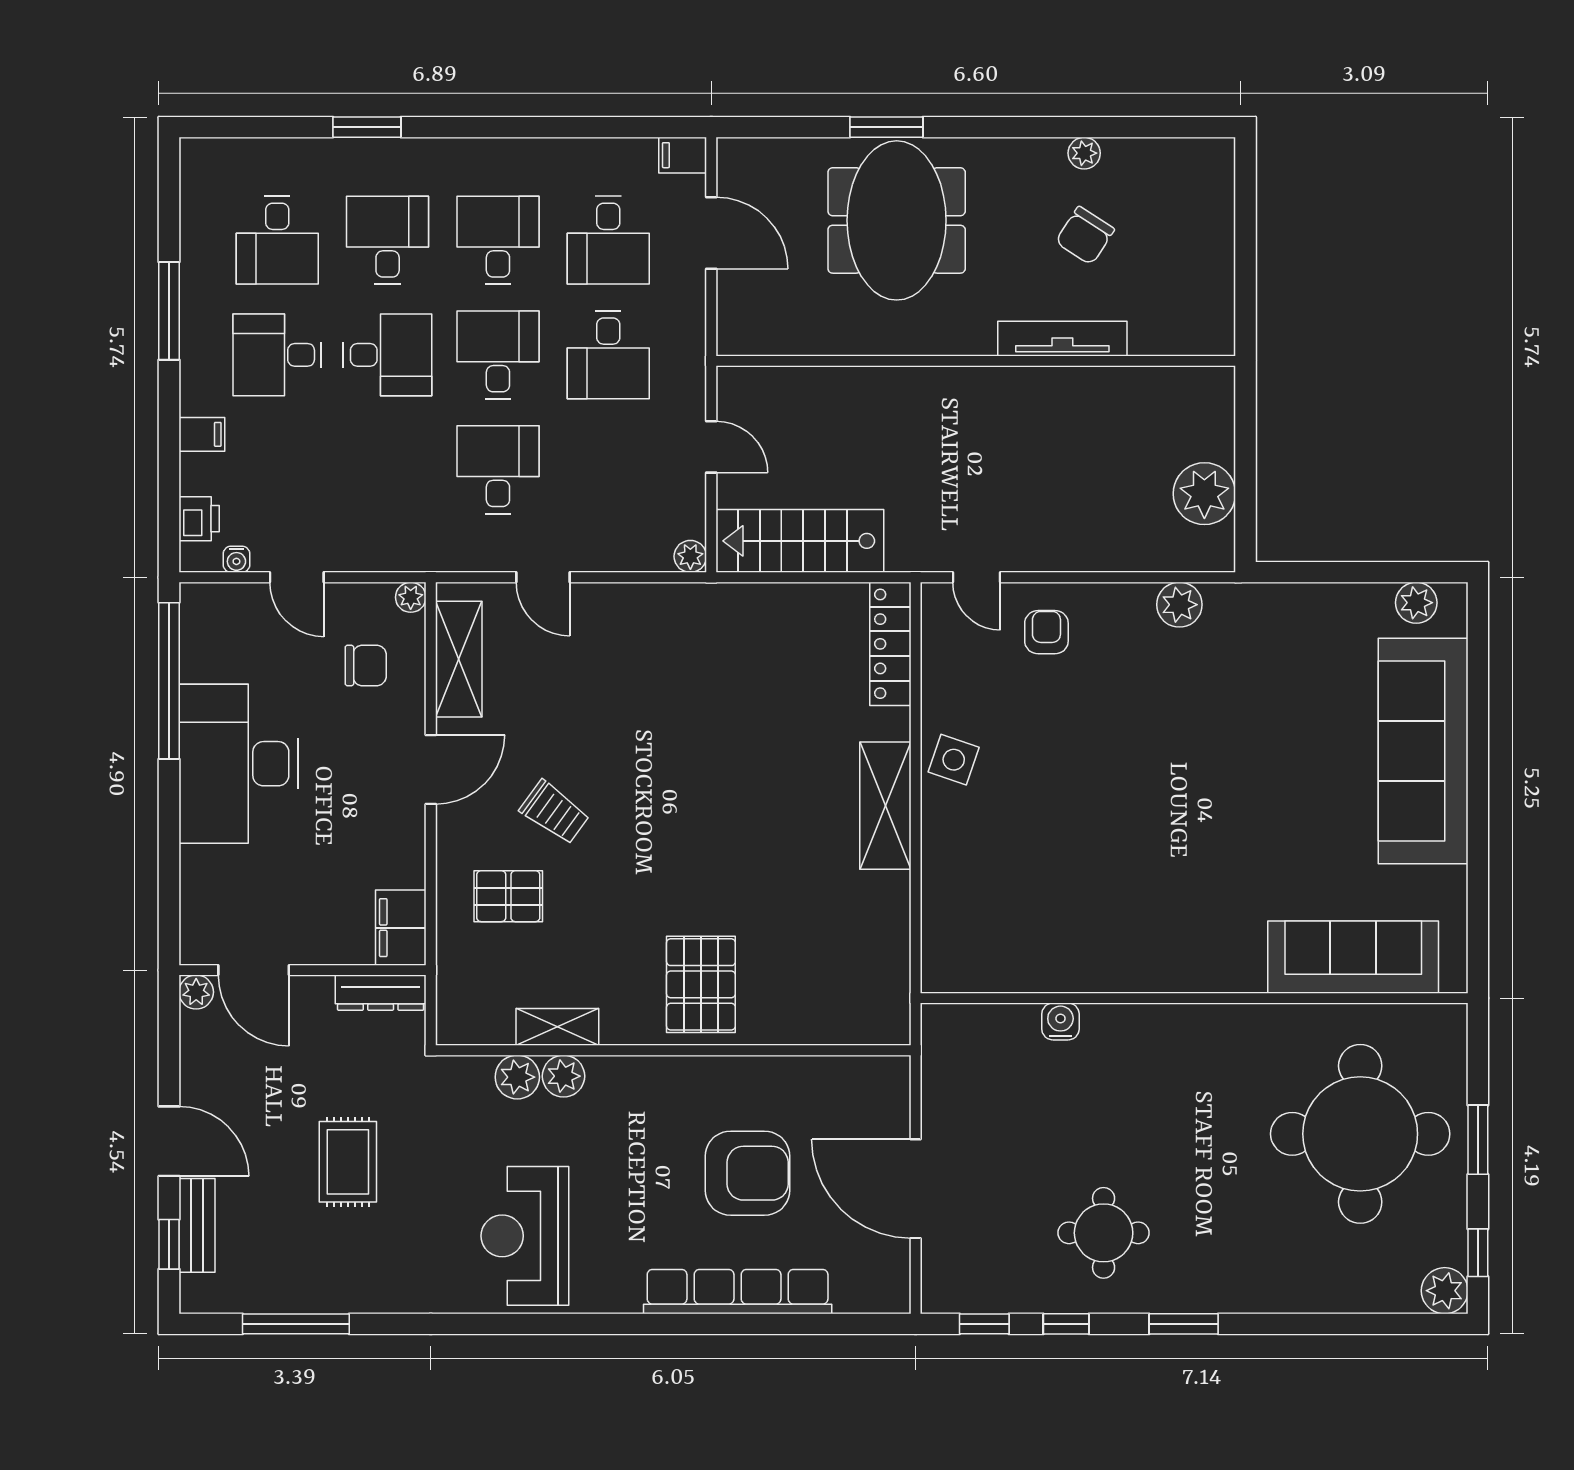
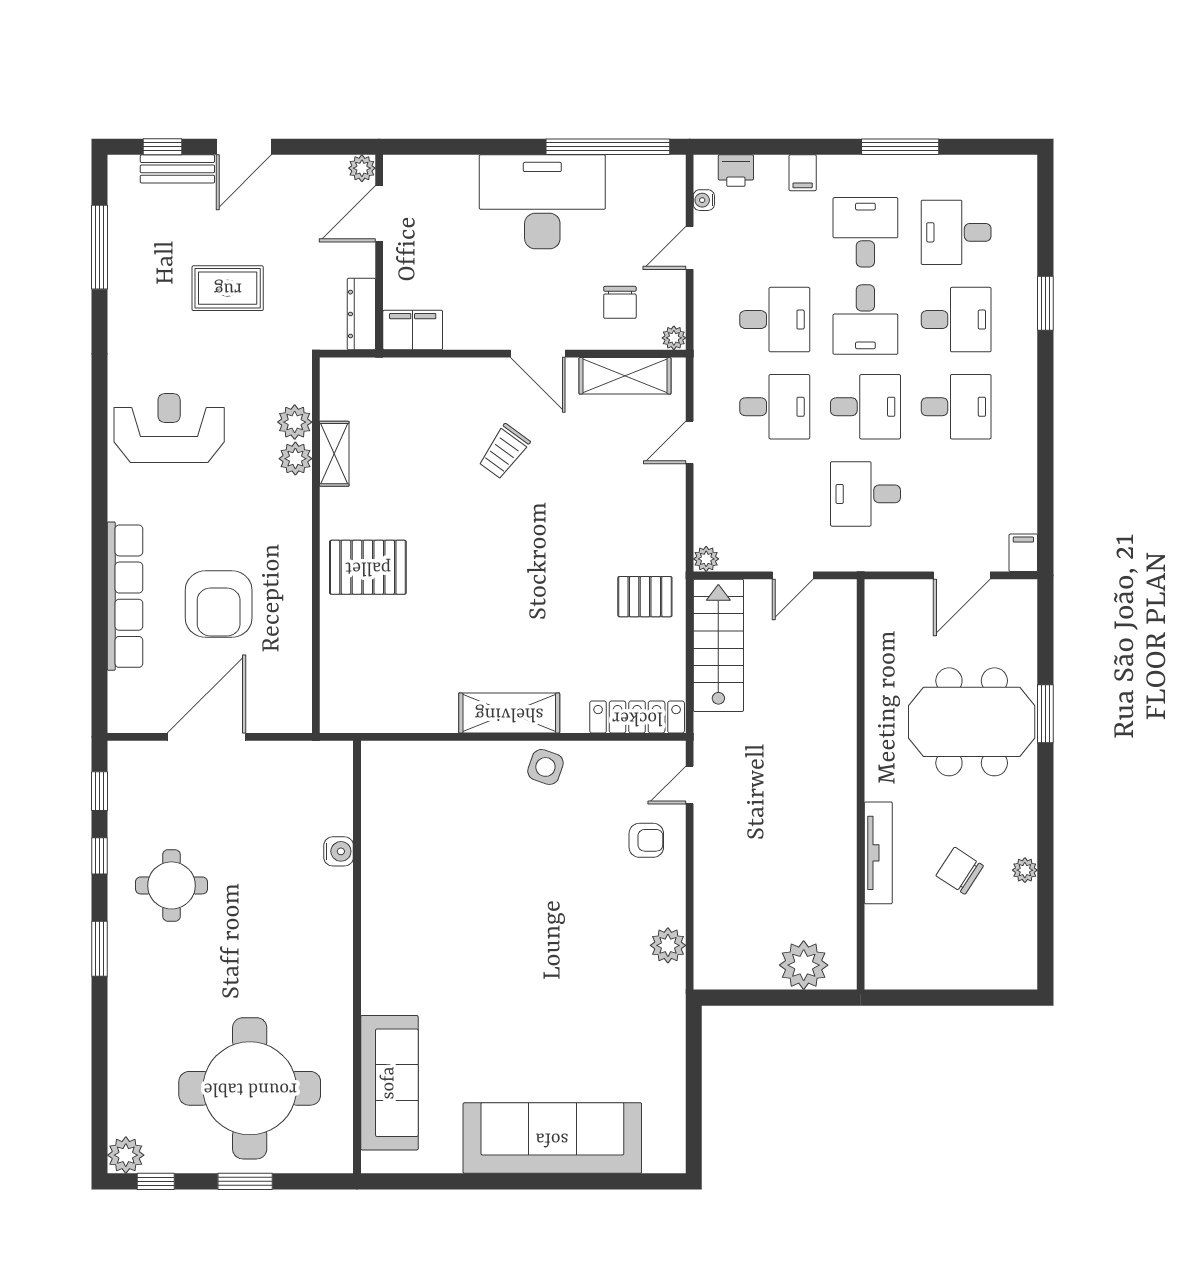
desk: (608, 240) -> (775, 320), moved, turned 180
plant: (1204, 494) -> (804, 965), moved
plant: (1416, 603) -> (670, 1133), removed
pallet: (508, 896) -> (645, 597), moved, turned 90

